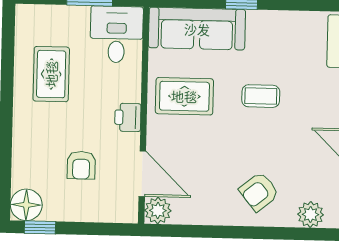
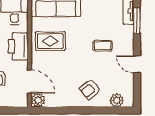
coffee table: (261, 96) -> (103, 46), moved
printer: (128, 117) -> (18, 46), width x1.87, depth x1.48

